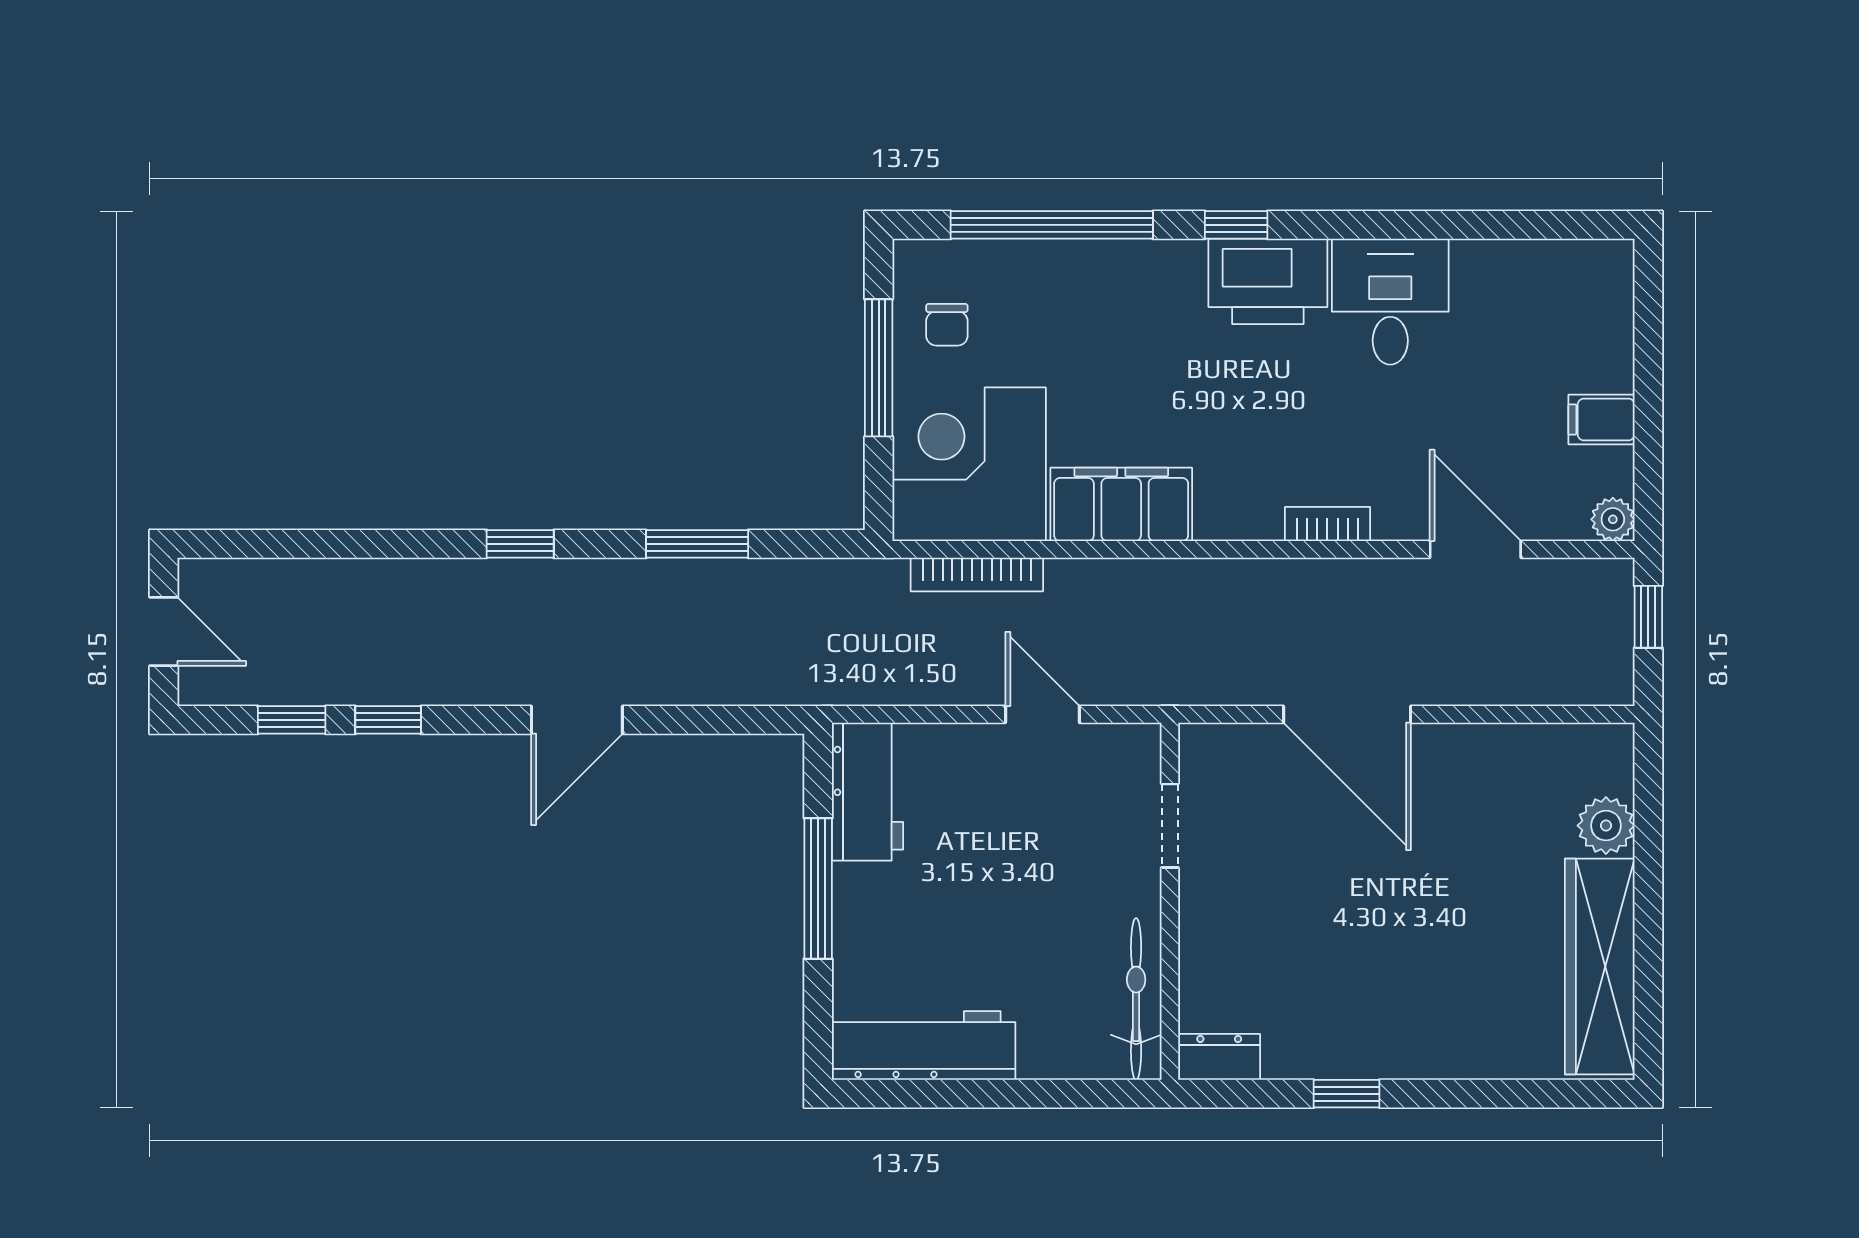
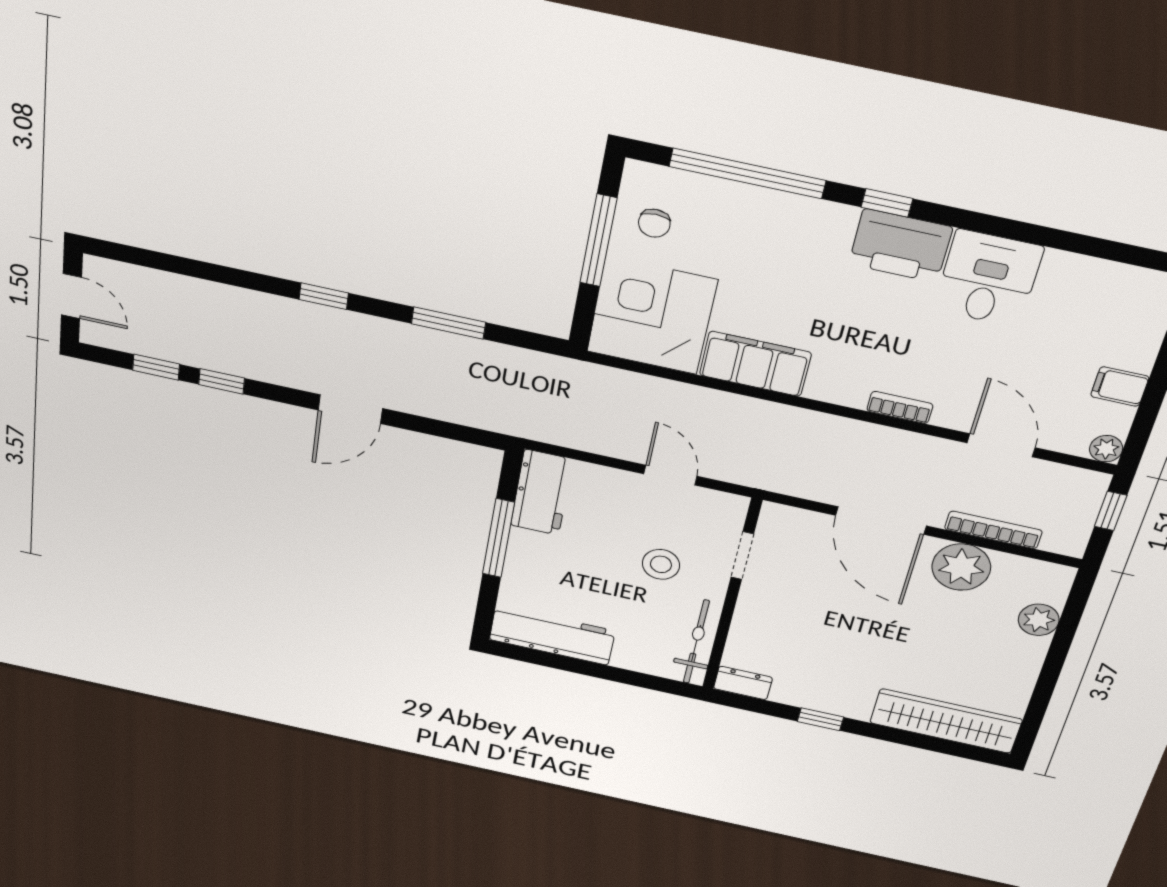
bookcase: (977, 575) -> (993, 530), moved, turned 180
plant: (1476, 764) -> (961, 567), added
stool: (1059, 872) -> (661, 564), added
wardrobe: (1600, 966) -> (946, 721), moved, turned 90

